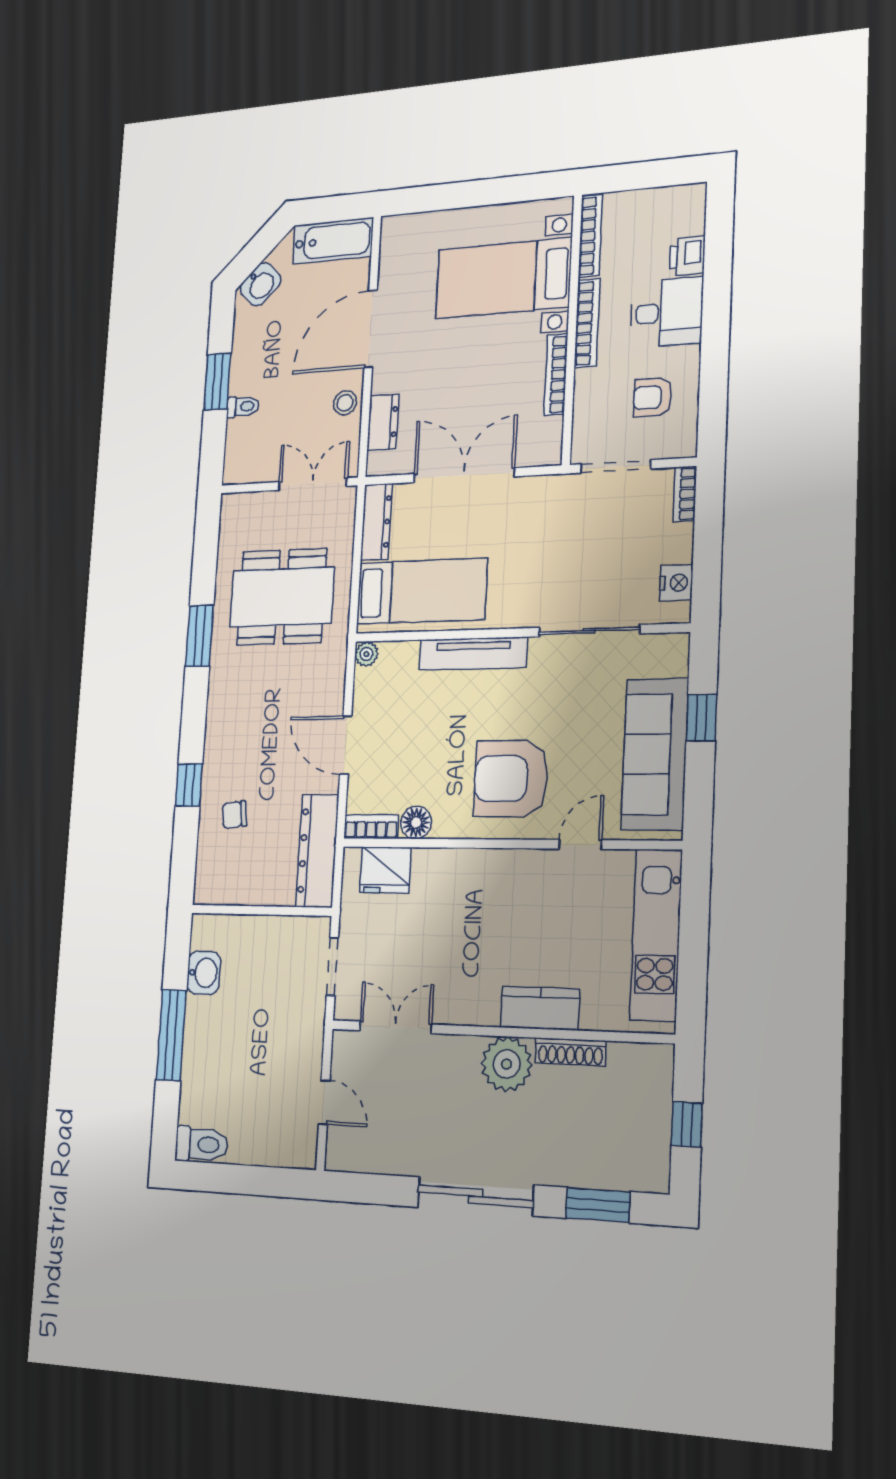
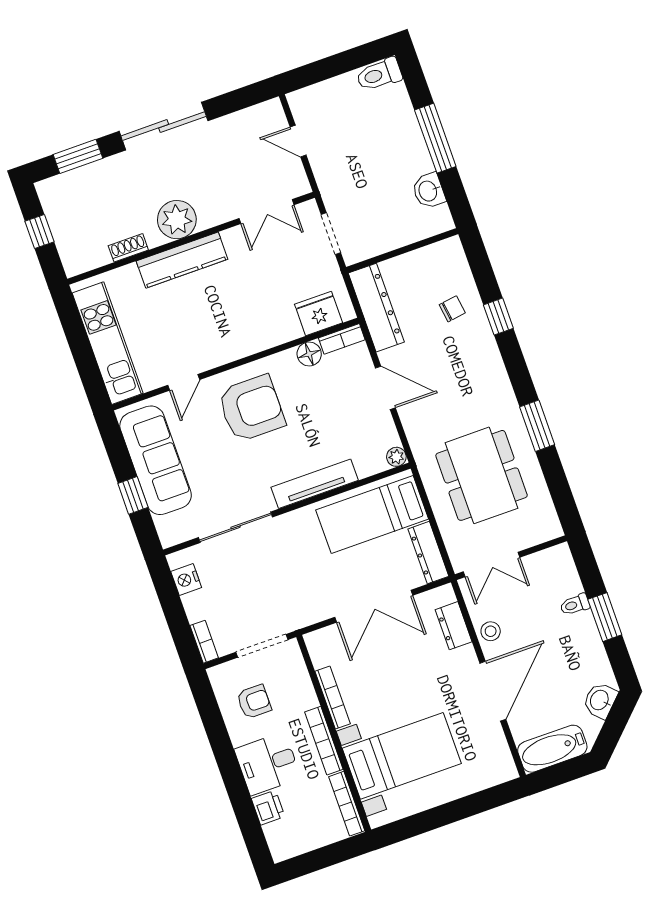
dining table: (282, 597) -> (482, 475), turned 90
kitchen counter: (540, 1008) -> (182, 260), width x1.50
shoe rack: (570, 1052) -> (128, 248), width x0.70

